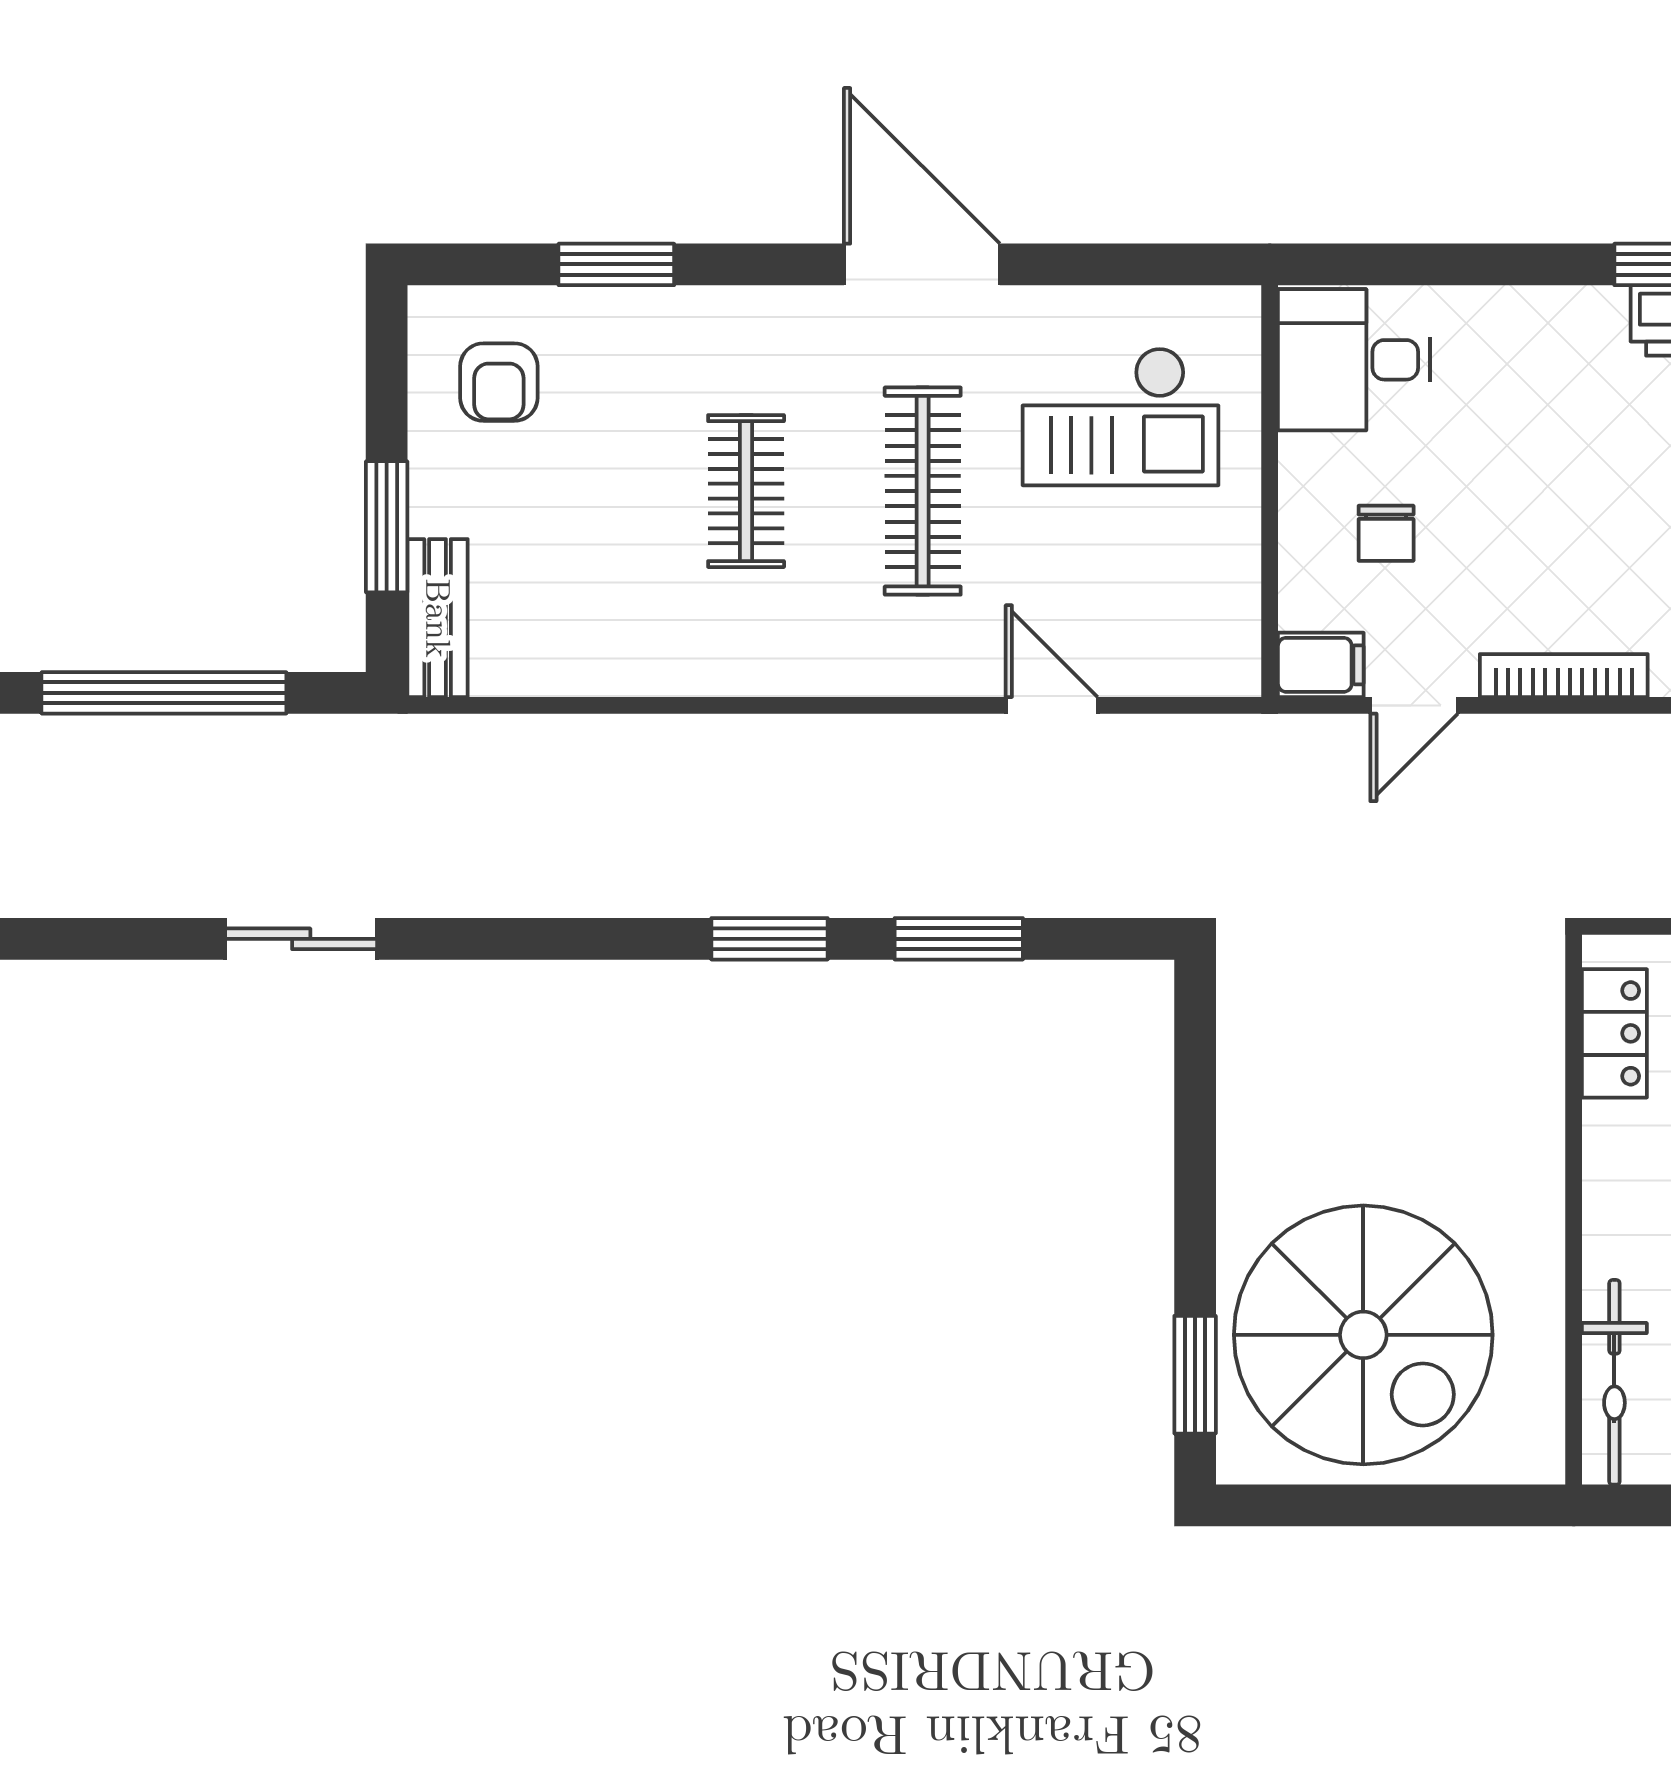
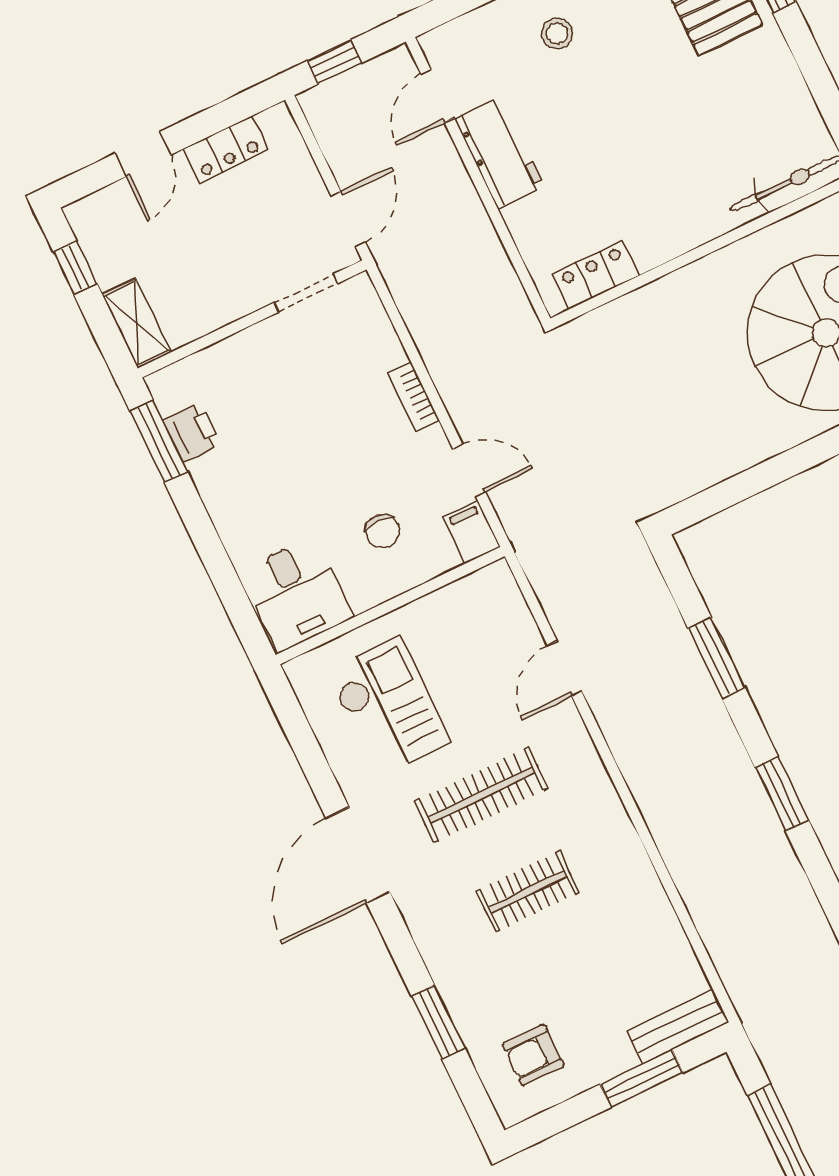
armchair: (499, 382) -> (533, 1055), turned 180
chair: (1386, 533) -> (383, 531), turned 90
bookcase: (1564, 676) -> (414, 397), width x0.64
window: (769, 939) -> (782, 794), moved

